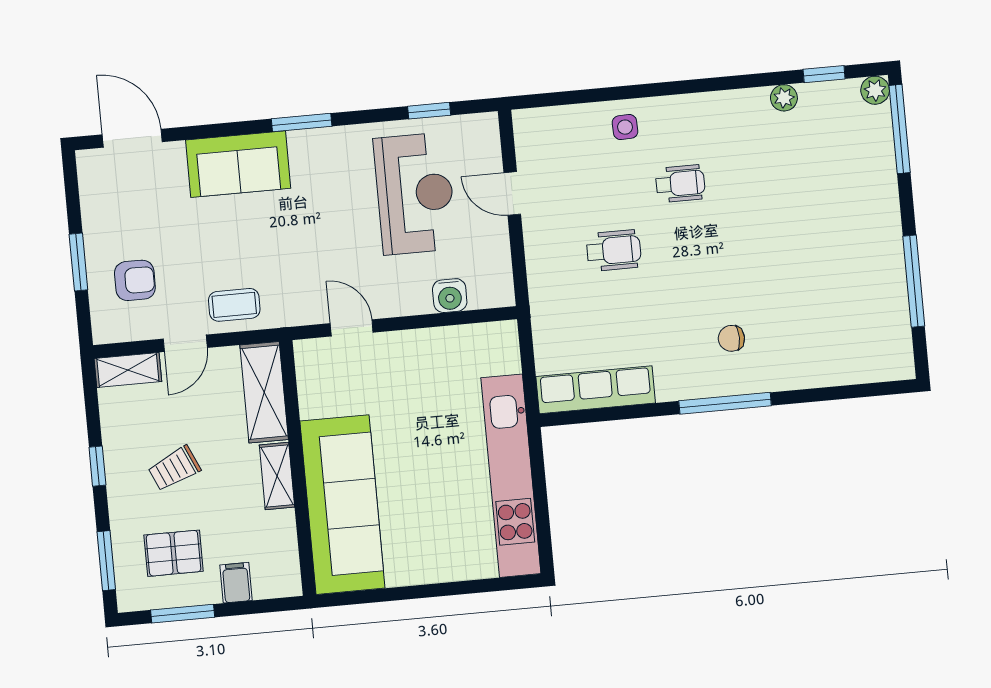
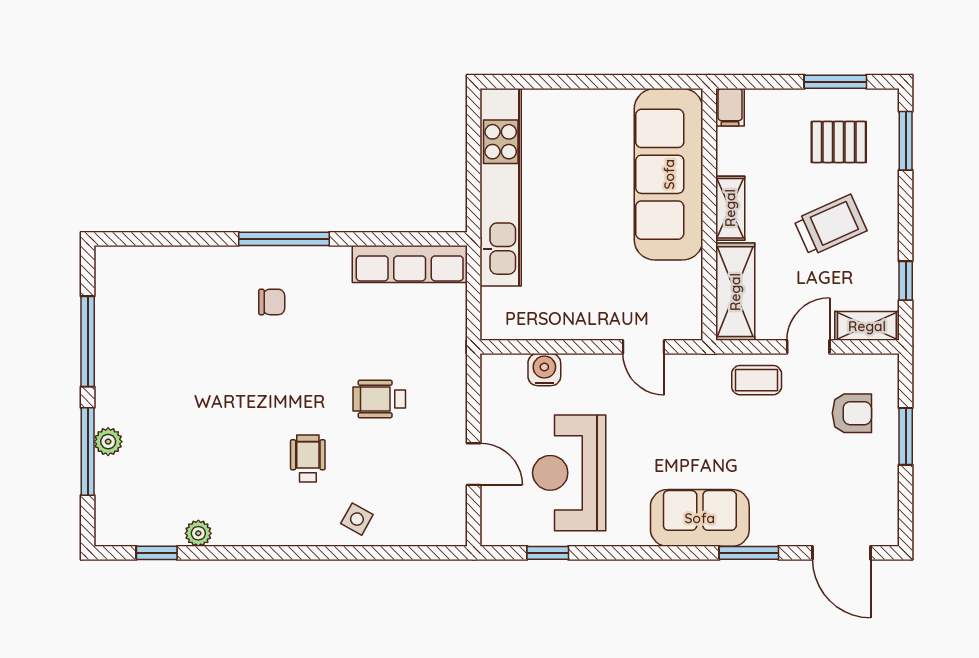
plant: (875, 90) -> (108, 442), moved
window: (302, 123) -> (749, 553), moved
side table: (625, 127) -> (357, 519), turned 31
window: (900, 129) -> (88, 451), moved
sofa: (238, 164) -> (700, 518), moved
wheelchair: (680, 184) -> (308, 459), turned 90
armchair: (135, 280) -> (852, 413), turned 180
window: (97, 466) -> (906, 281), moved
trolley: (174, 468) -> (830, 225), width x1.36, depth x1.39
filing cabinet: (236, 583) -> (730, 107), moved

